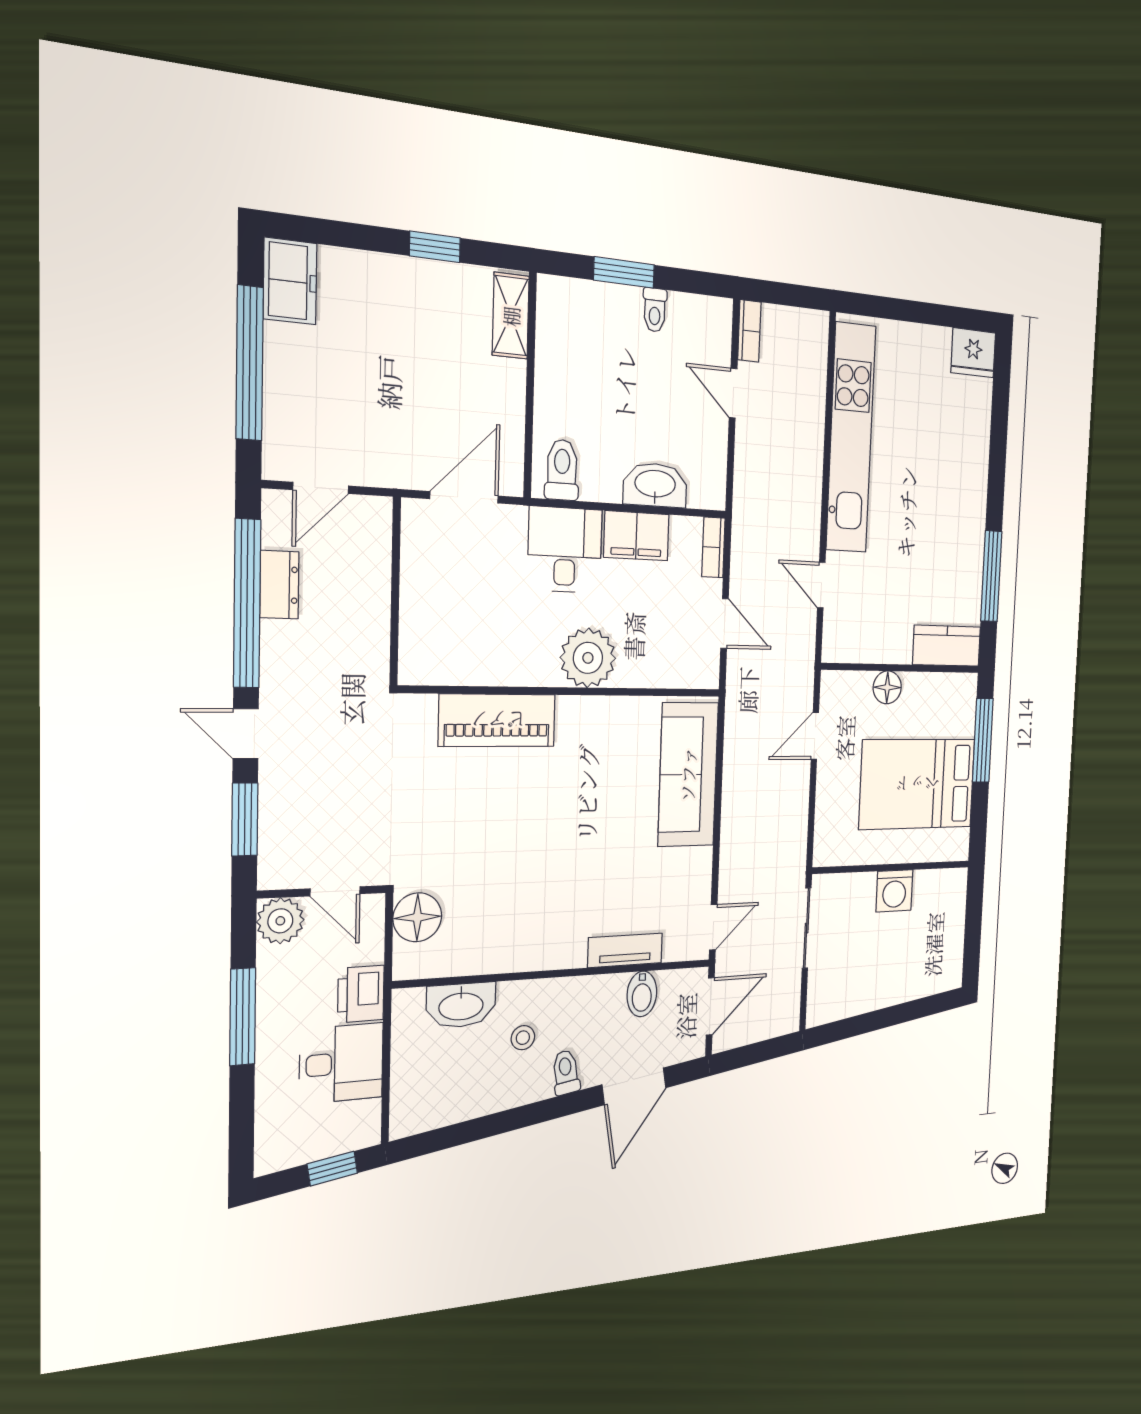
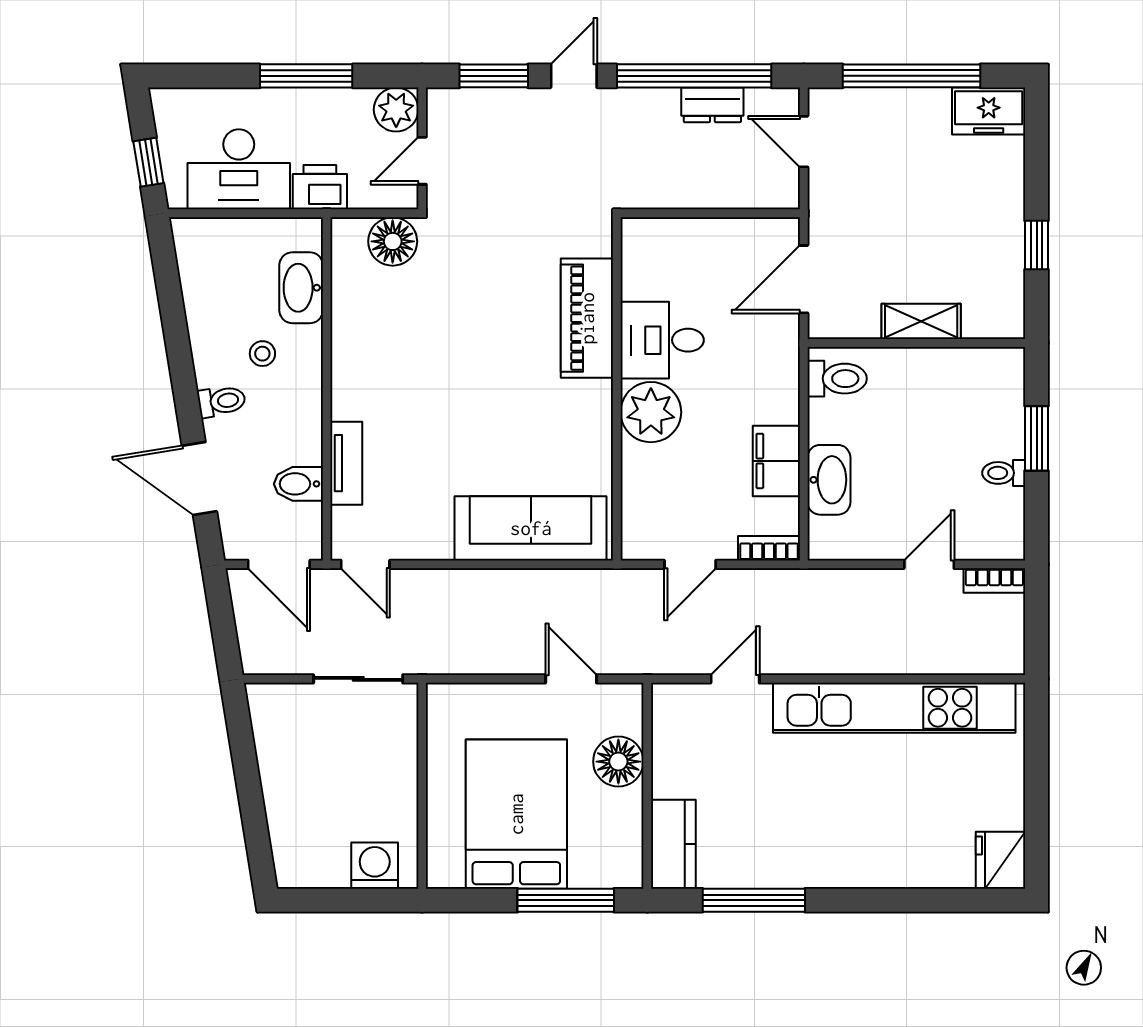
shelving: (511, 316) -> (921, 321), moved
door: (464, 497) -> (804, 279), swing flipped
desk: (565, 550) -> (662, 340), moved, turned 180
floor lamp: (887, 687) -> (618, 762), width x1.38, depth x1.38
washing machine: (894, 891) -> (375, 866), moved, turned 90
desk: (341, 1063) -> (239, 169), width x1.37

